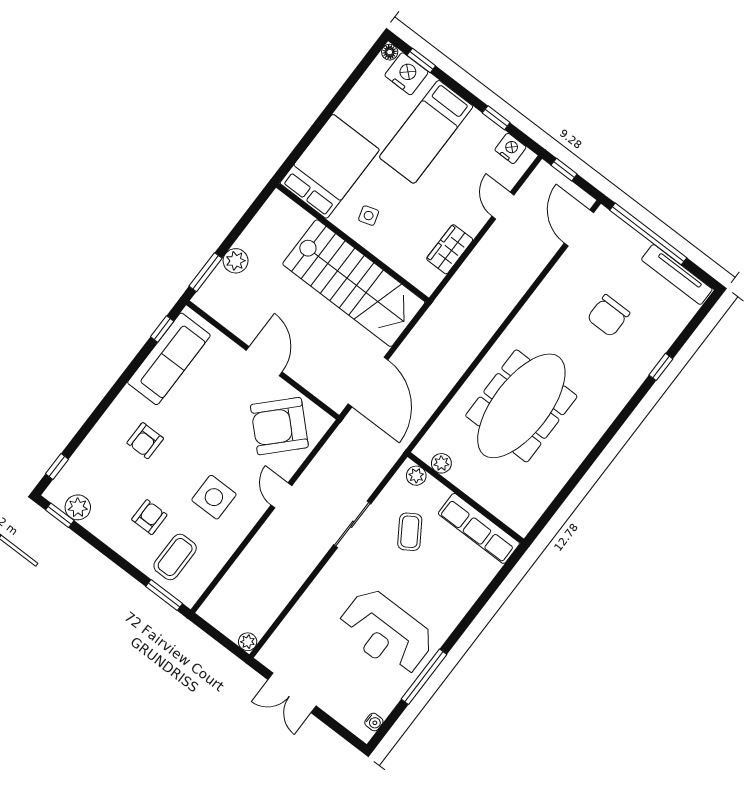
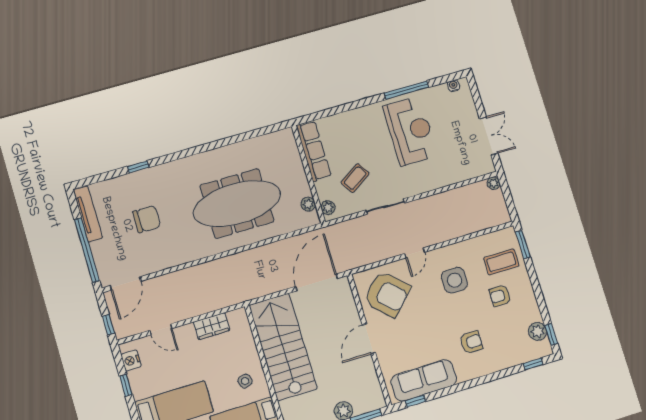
door: (503, 206) -> (161, 329), hinge flipped

